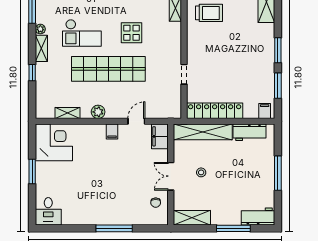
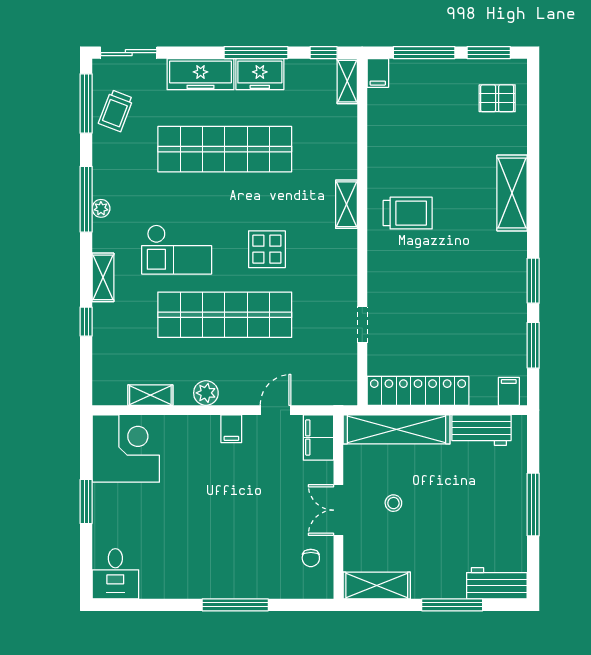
plant: (40, 29) -> (101, 208), moved

